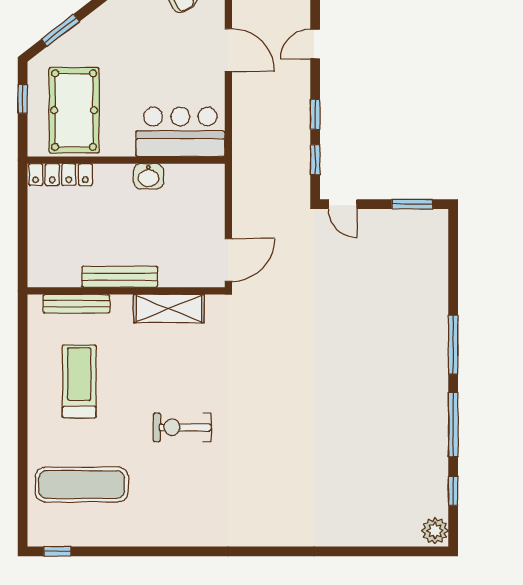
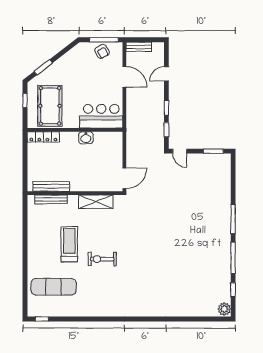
bench: (120, 277) -> (51, 186), moved
treadmill: (79, 381) -> (69, 244), moved

